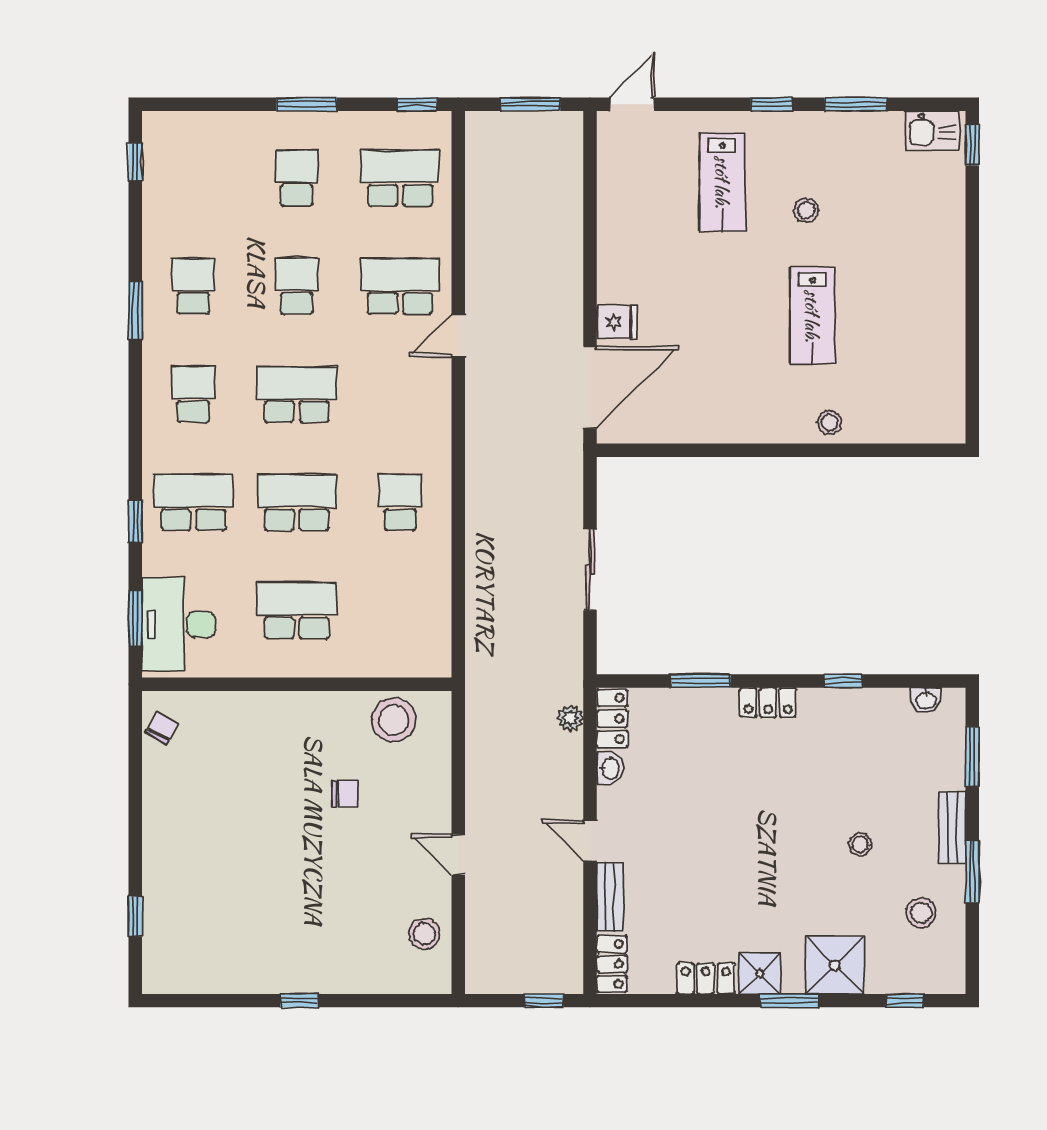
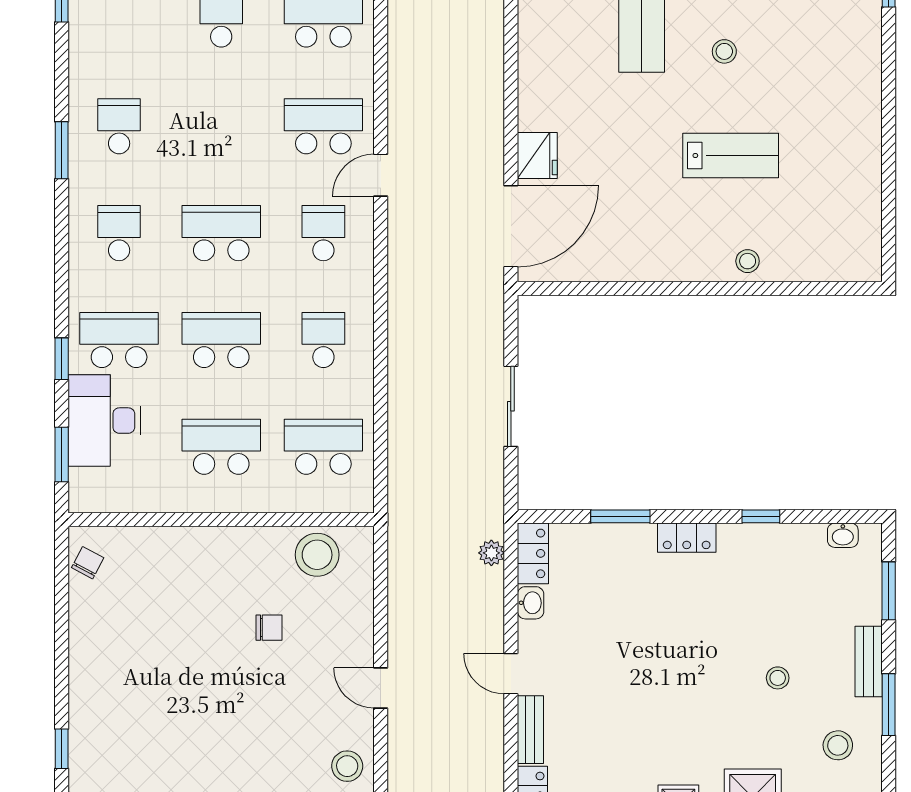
school desk: (297, 286) -> (323, 233), moved
lab bench: (812, 316) -> (731, 155), turned -90
fridge: (617, 322) -> (537, 156), width x1.38
school desk: (400, 611) -> (323, 447), added
desk: (178, 624) -> (104, 421), moved

